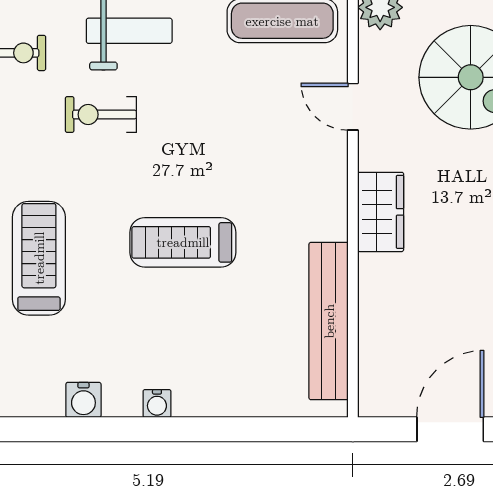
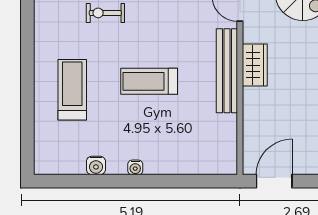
bench: (329, 321) -> (227, 71), moved
door: (450, 429) -> (274, 181), moved

